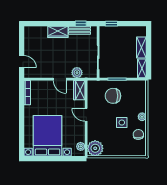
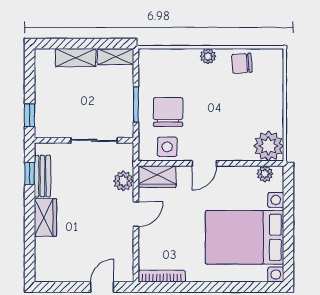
chair: (113, 96) -> (168, 112), turned 180
side table: (122, 123) -> (167, 147), moved

